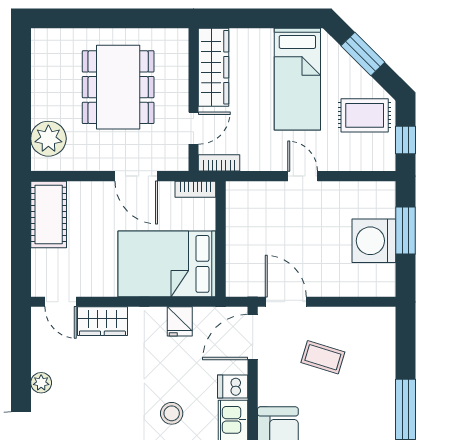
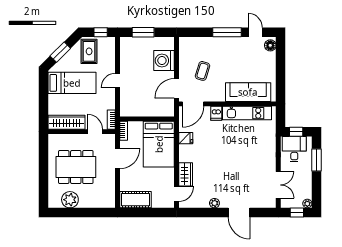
plant: (48, 139) -> (70, 200), moved
washing machine: (374, 241) -> (164, 61), moved, turned 90
door: (253, 337) -> (193, 104), hinge flipped
stool: (172, 413) -> (229, 142), removed

